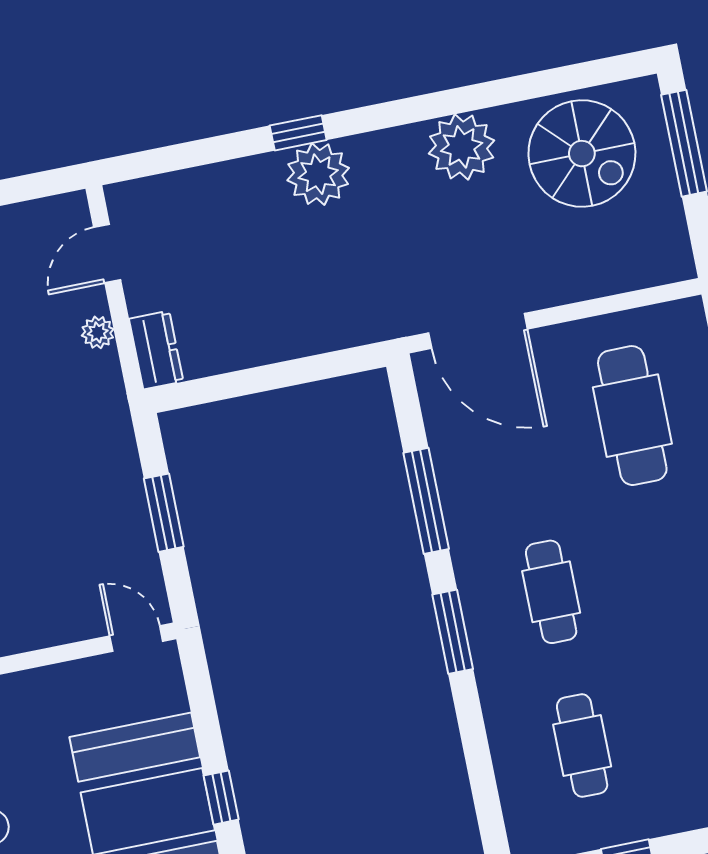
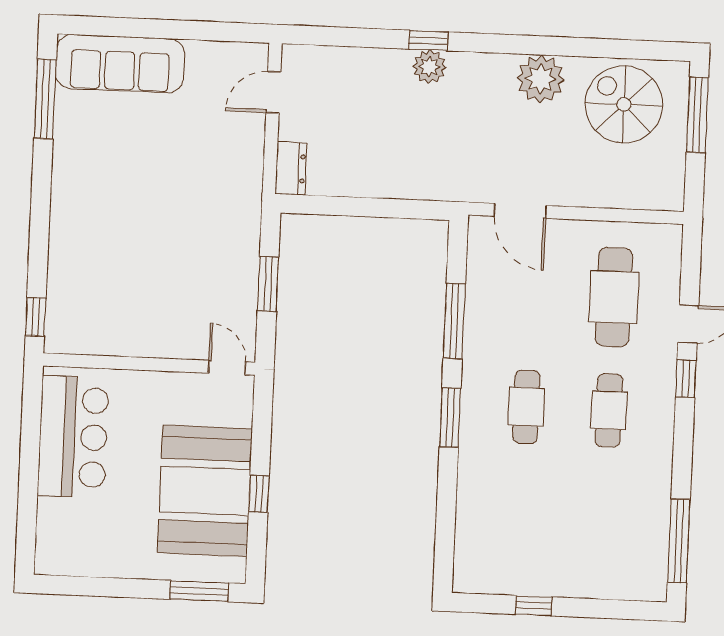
spiral stairs: (582, 154) -> (624, 104), turned 180
plant: (318, 174) -> (429, 67), width x0.73, depth x0.73
door: (478, 331) -> (520, 211), width x0.73
plant: (98, 332) -> (253, 146), removed
cafe table: (582, 746) -> (609, 410), moved

